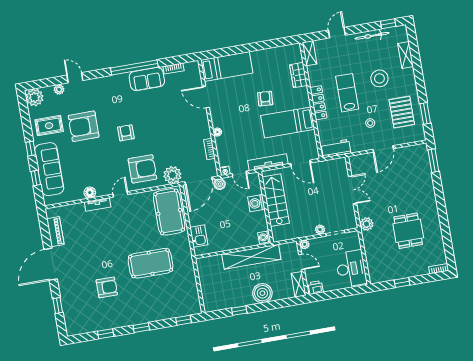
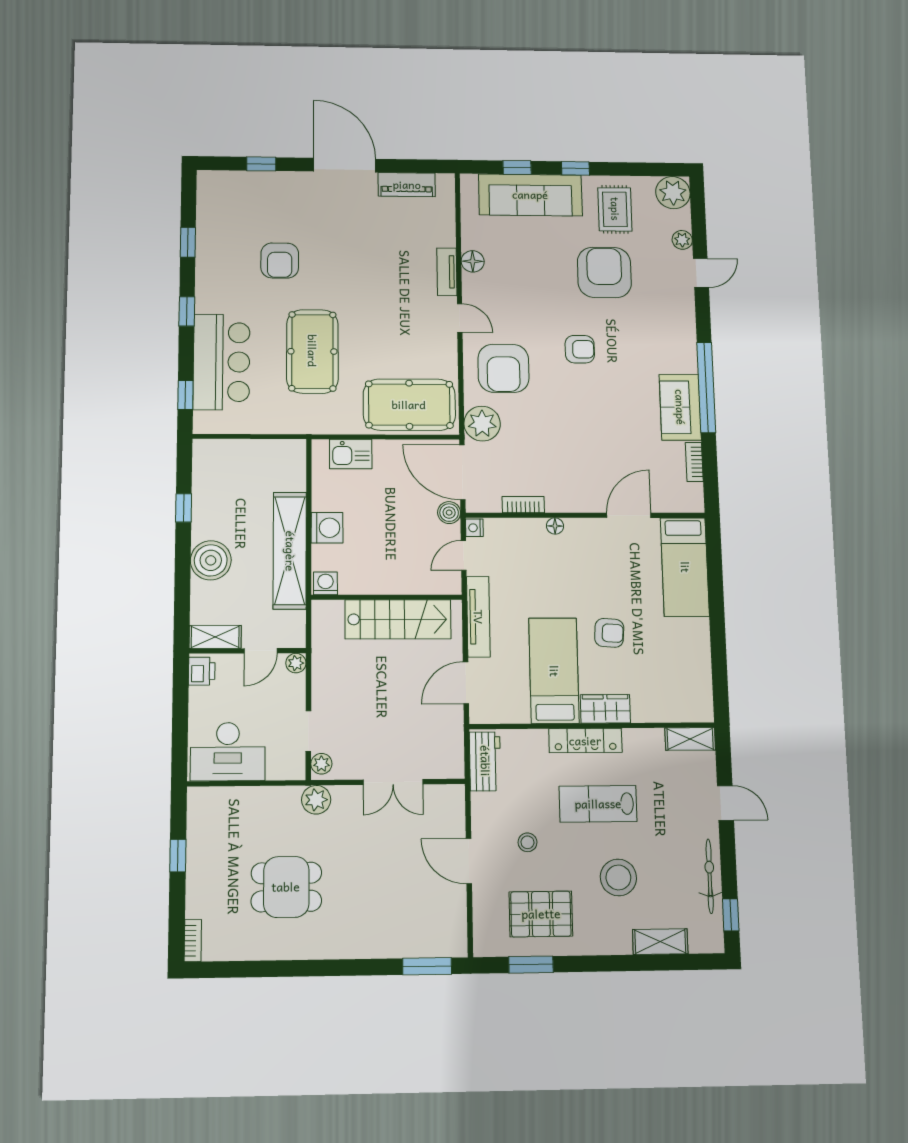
wardrobe: (298, 75) -> (605, 709), moved
lab bench: (347, 93) -> (598, 804), turned 180
washing machine: (256, 203) -> (327, 528), moved, turned 90
plant: (320, 230) -> (321, 764), moved
bar counter: (164, 306) -> (222, 362), added

